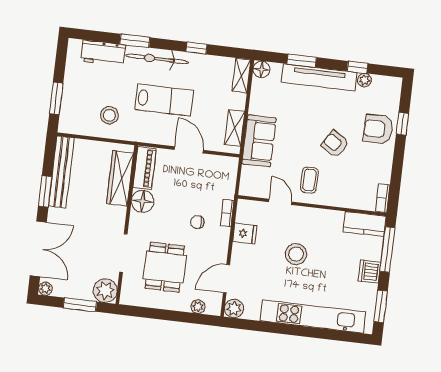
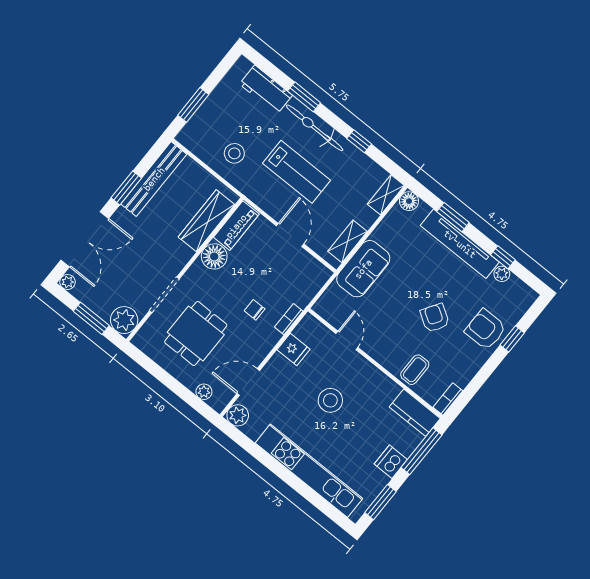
coffee table: (309, 180) -> (415, 370), moved

